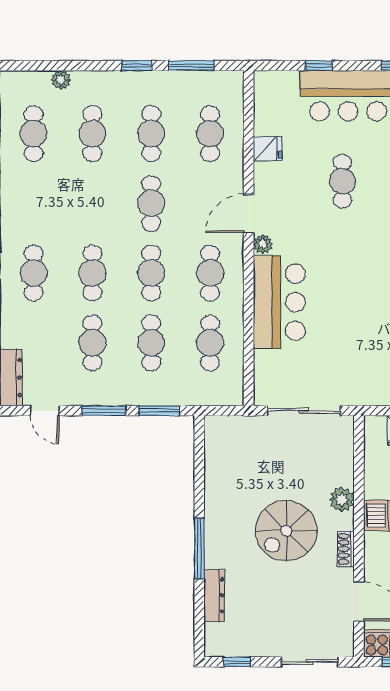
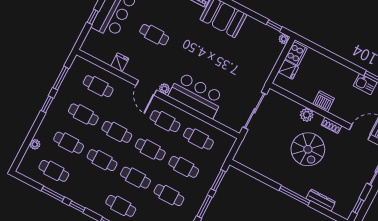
cafe table: (92, 203) -> (102, 160), added

